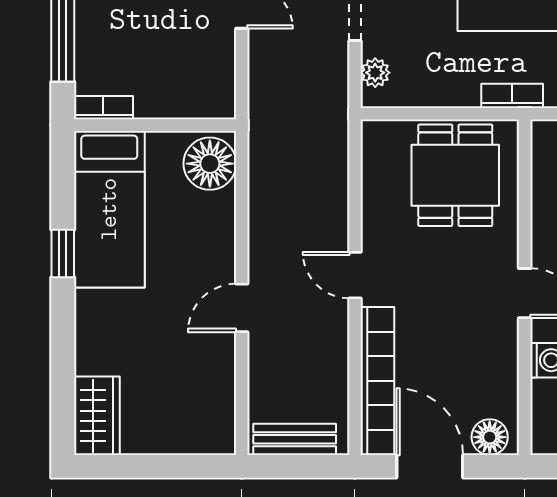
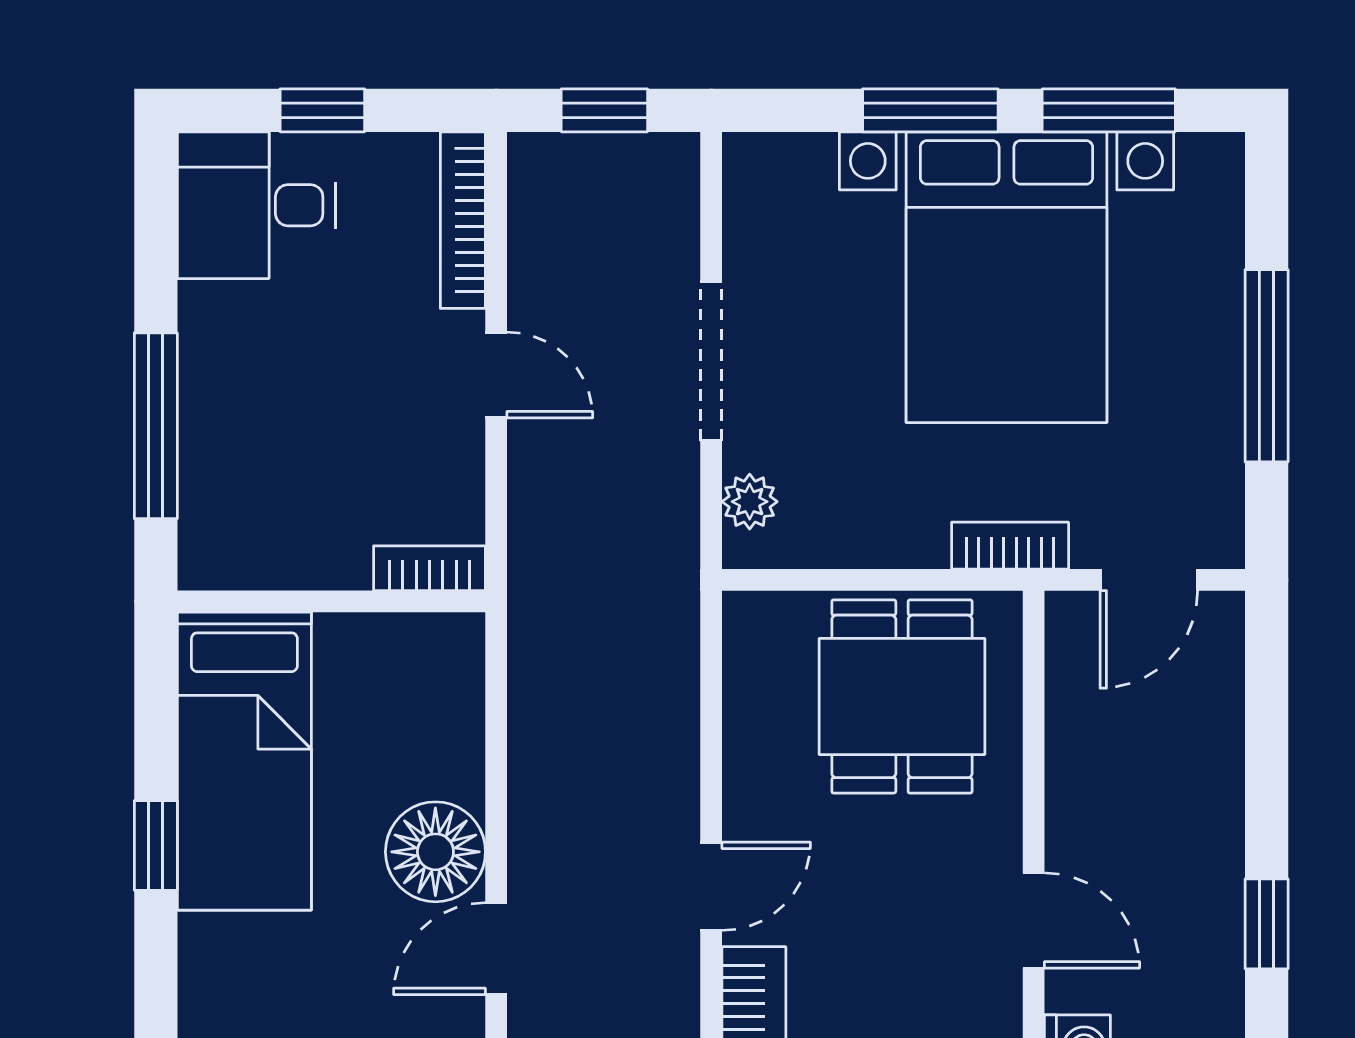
bookcase: (103, 108) -> (430, 568), moved
floor lamp: (210, 164) -> (435, 852), moved
door: (355, 275) -> (711, 886), swing flipped

